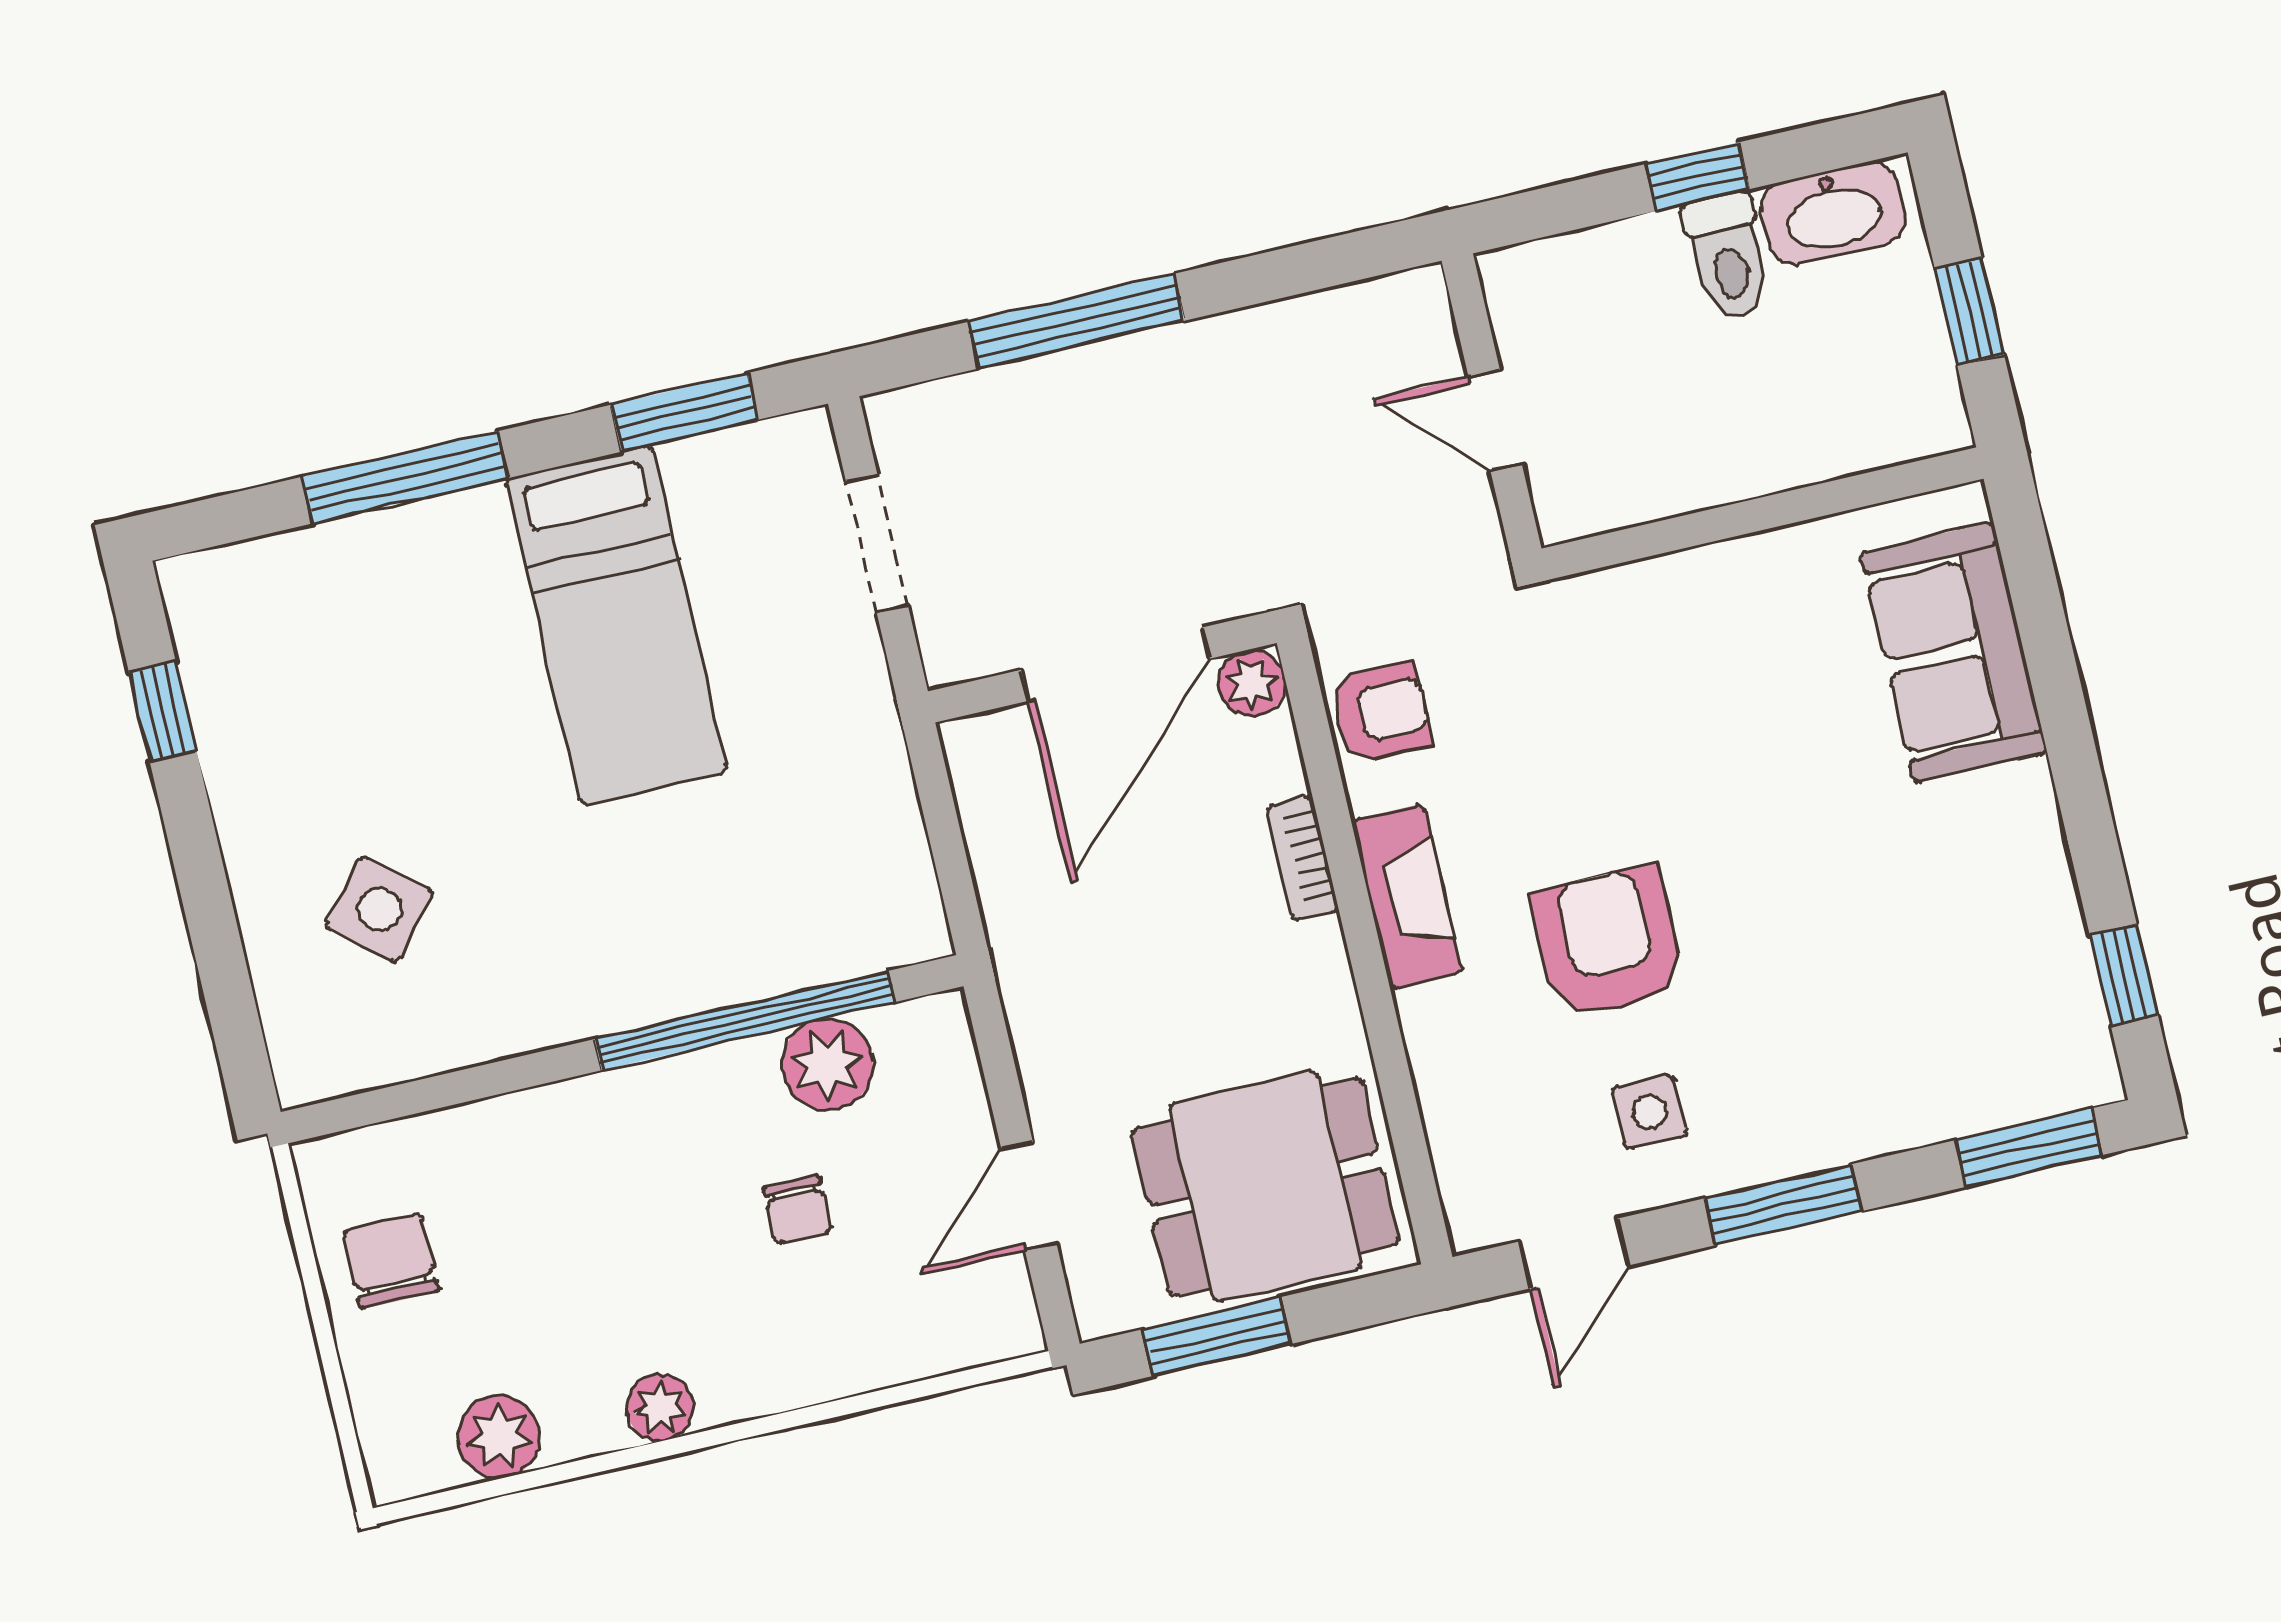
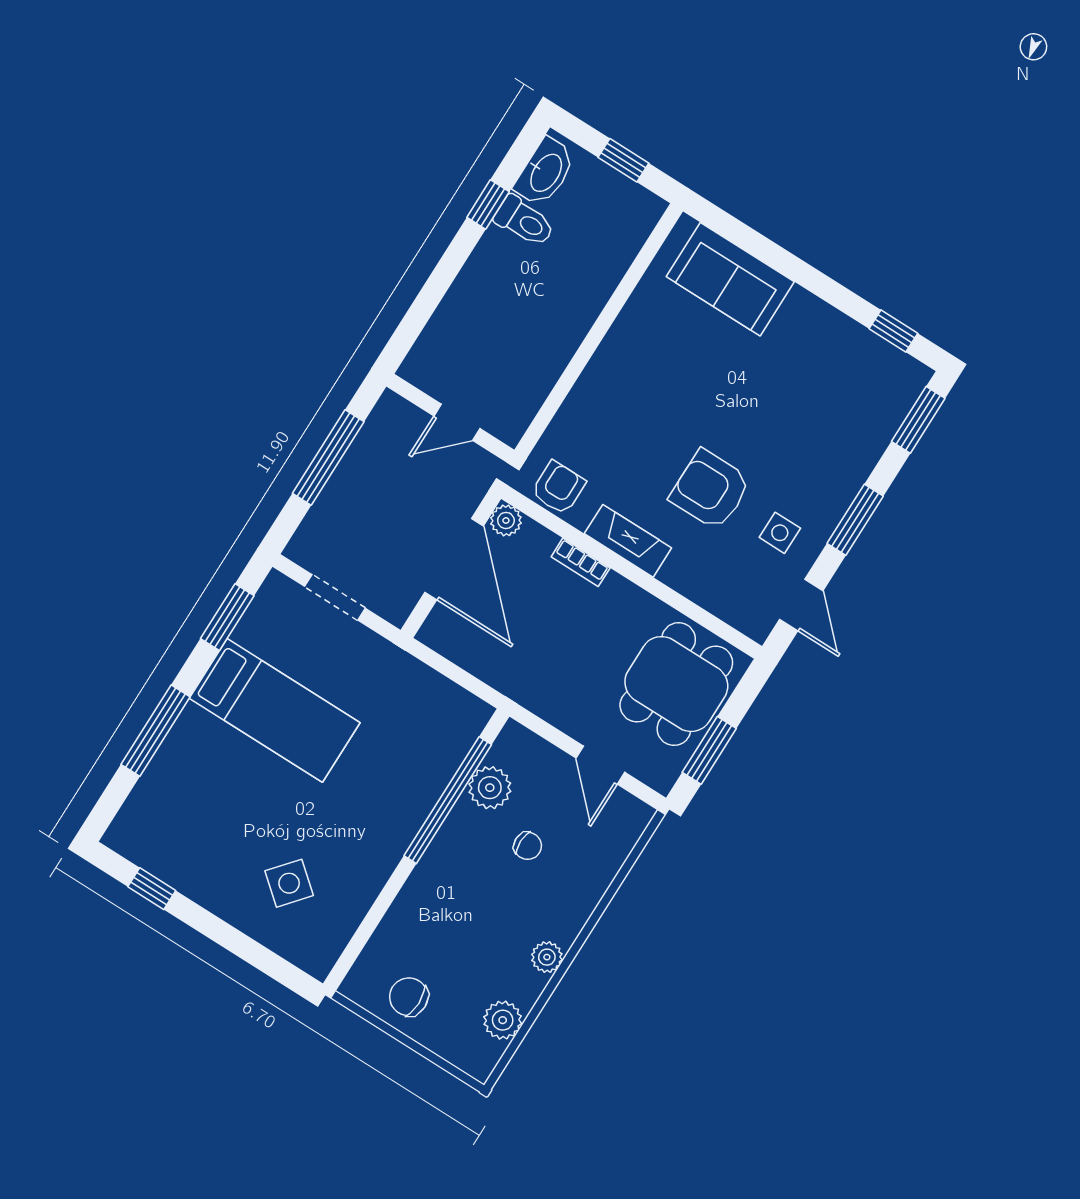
wall: (1492, 405) -> (450, 418), moved
door: (1495, 421) -> (457, 422), moved

